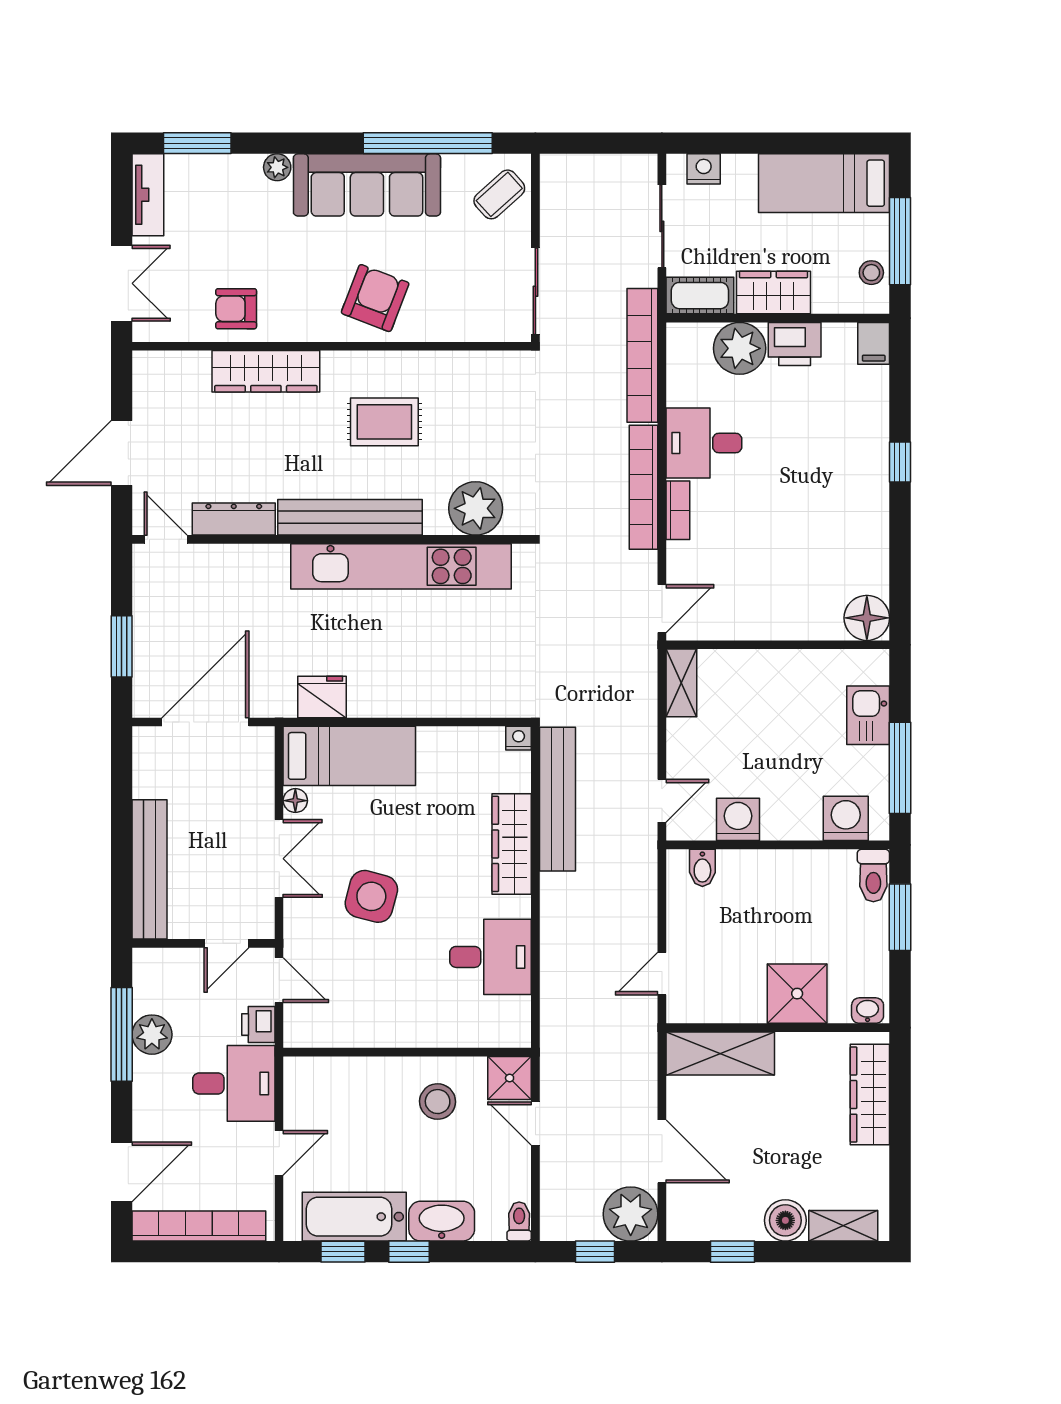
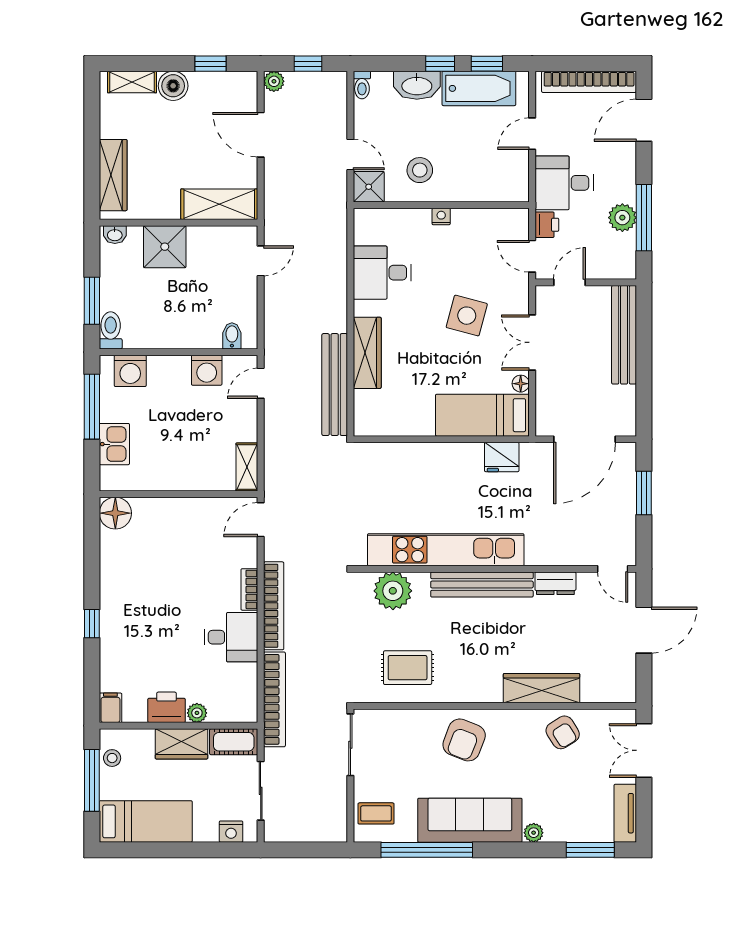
coffee table: (499, 194) -> (376, 813), turned 42
armchair: (236, 309) -> (563, 732), turned 58
plant: (740, 348) -> (197, 713), width x0.53, depth x0.53
rug: (384, 422) -> (408, 668), moved
dresser: (234, 519) -> (555, 583), width x0.70
nightstand: (519, 738) -> (441, 217), moved, turned 180
plant: (631, 1214) -> (274, 81), width x0.53, depth x0.53

